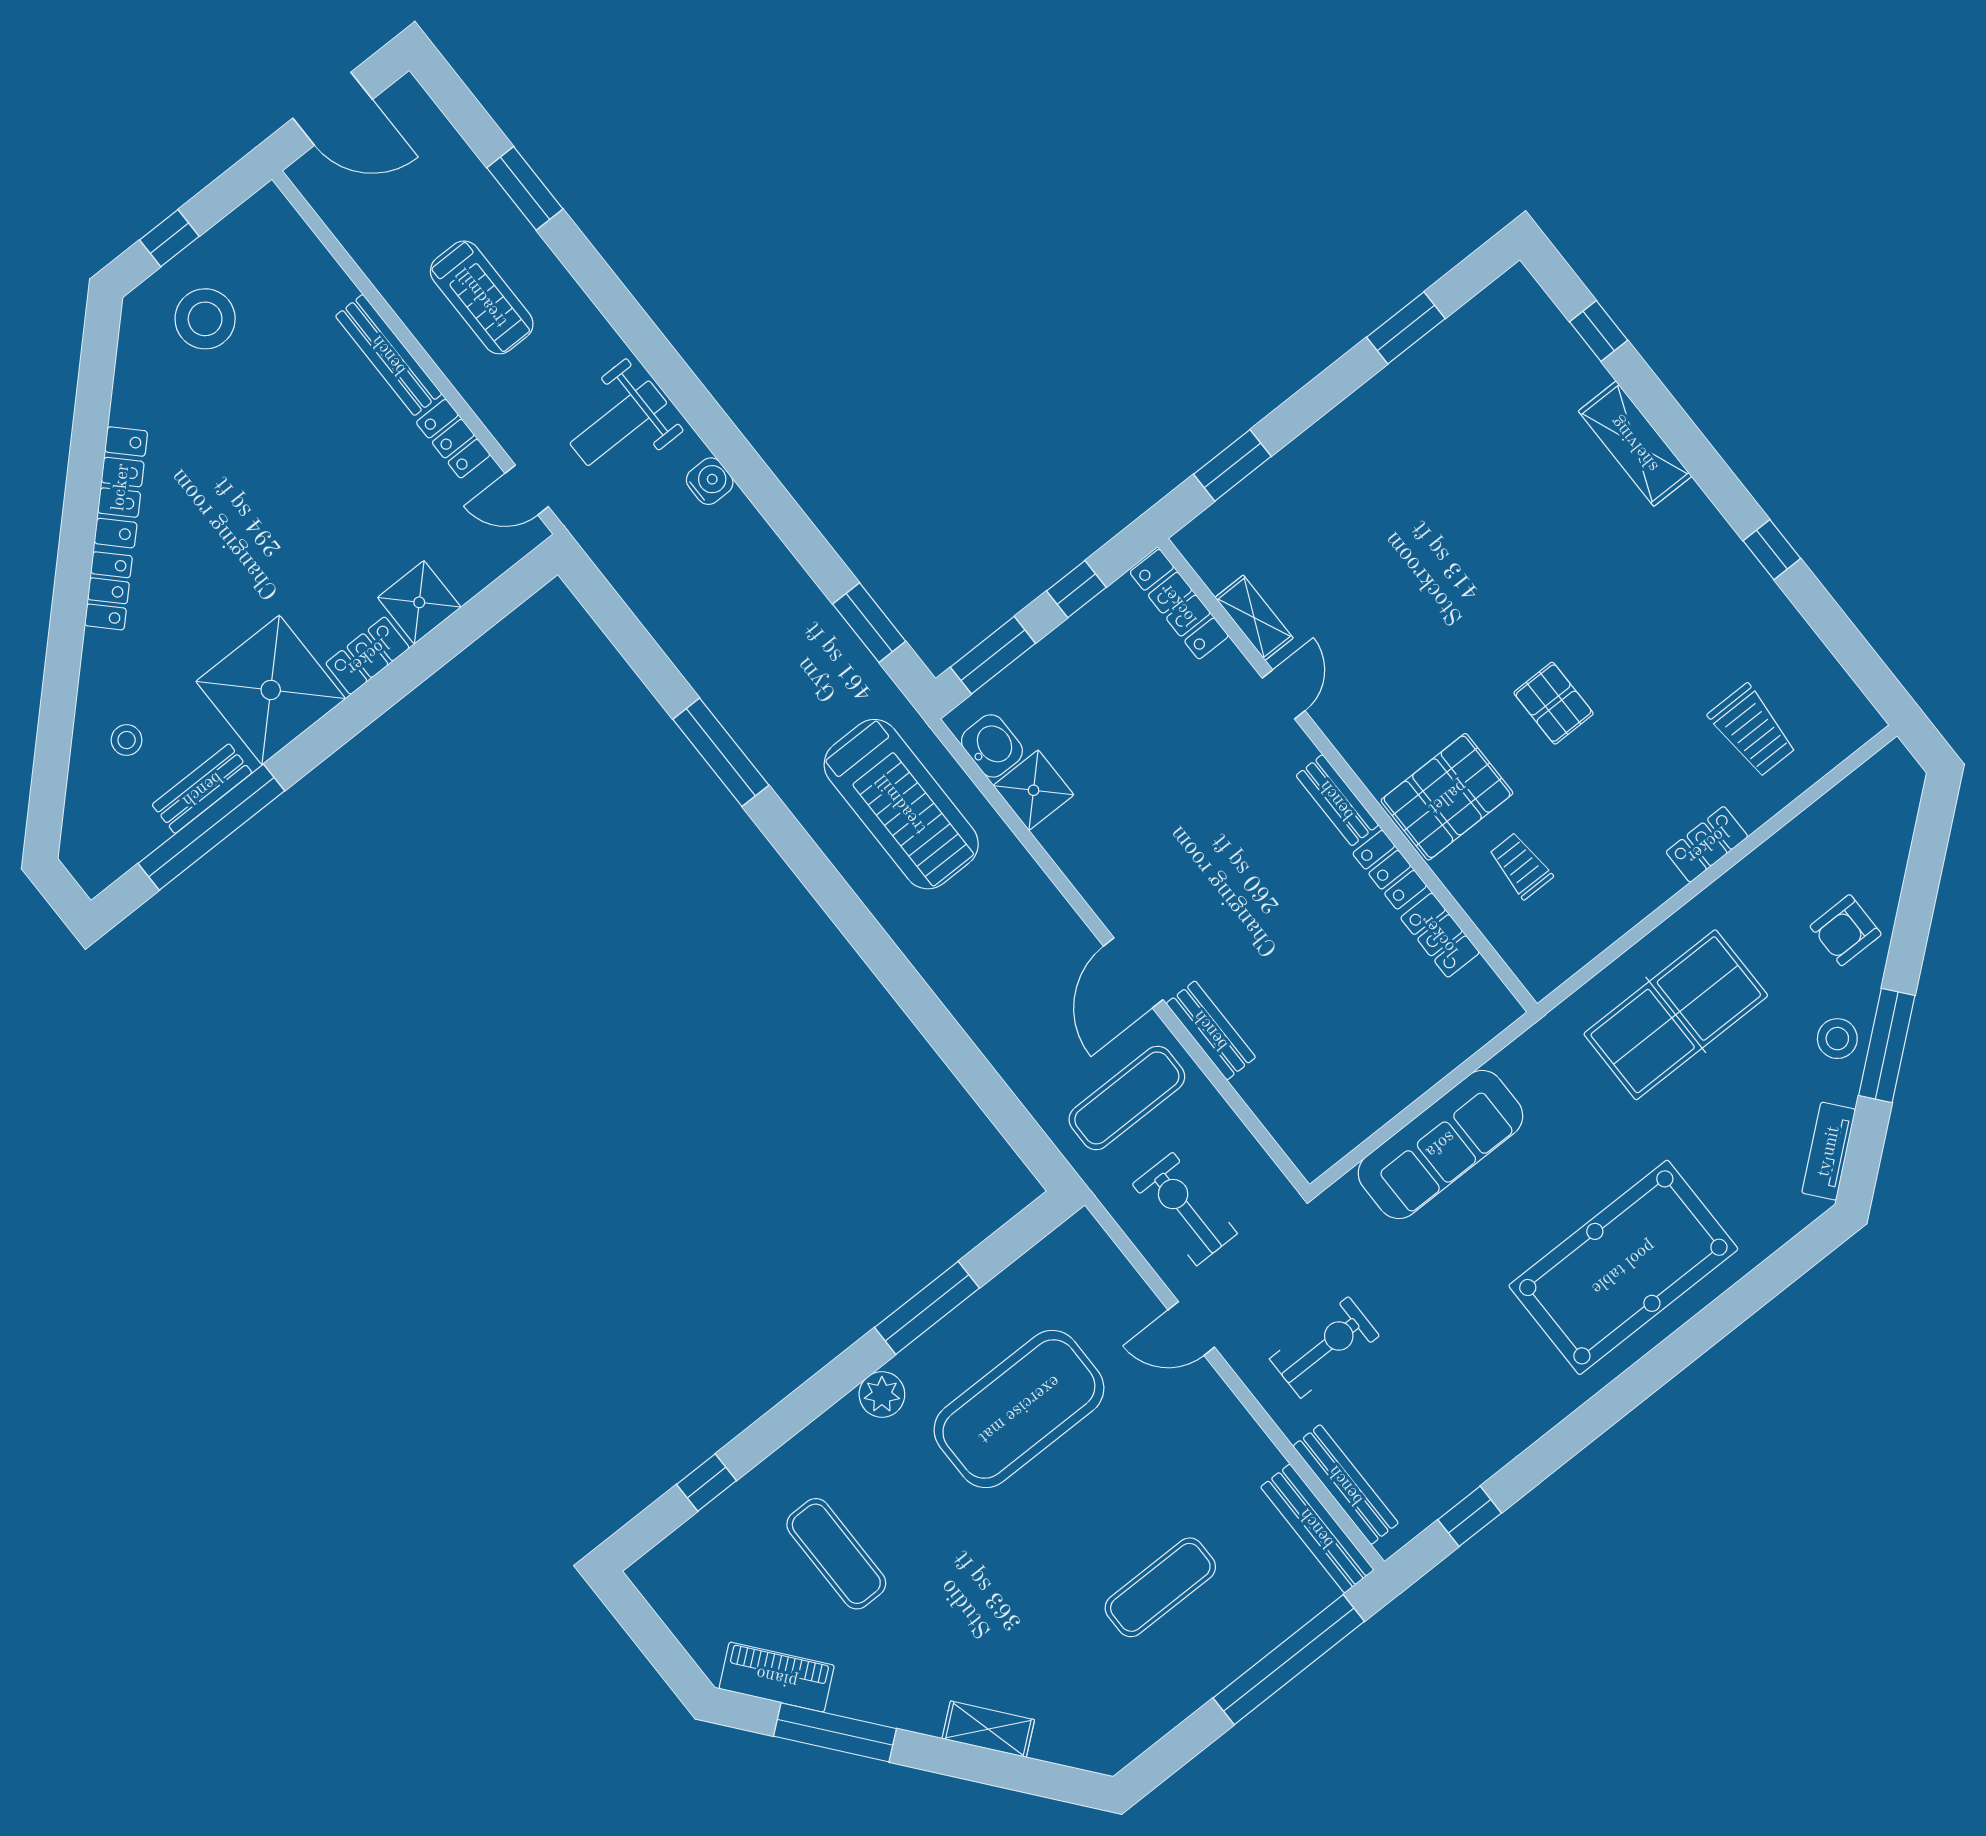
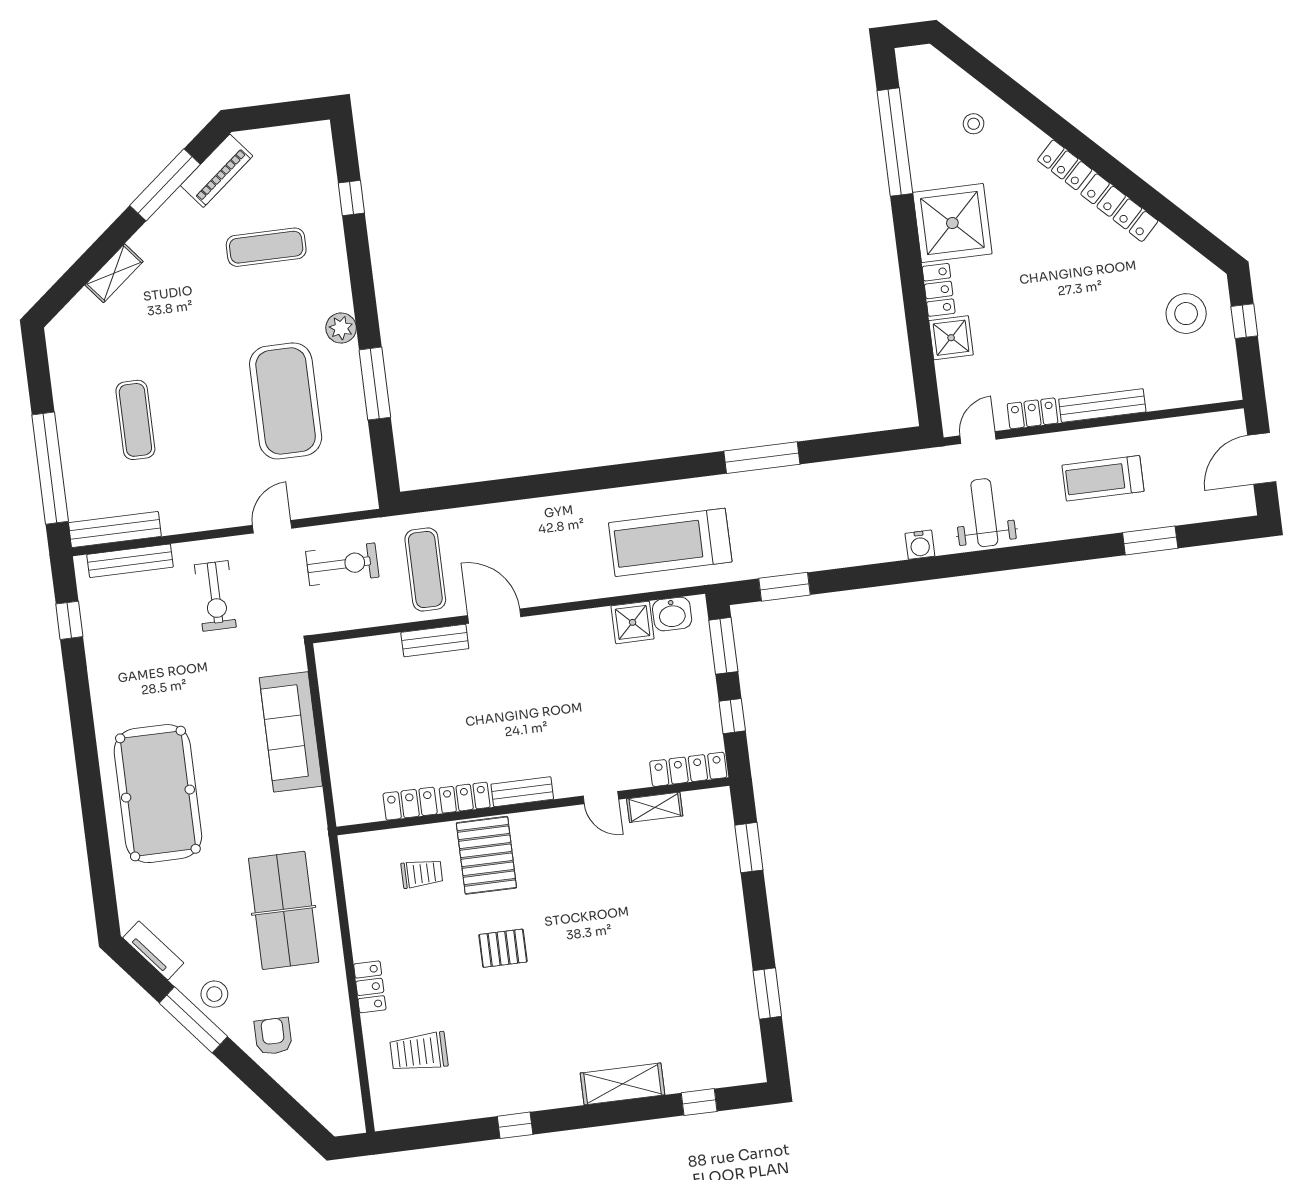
bench: (202, 789) -> (920, 150), removed

